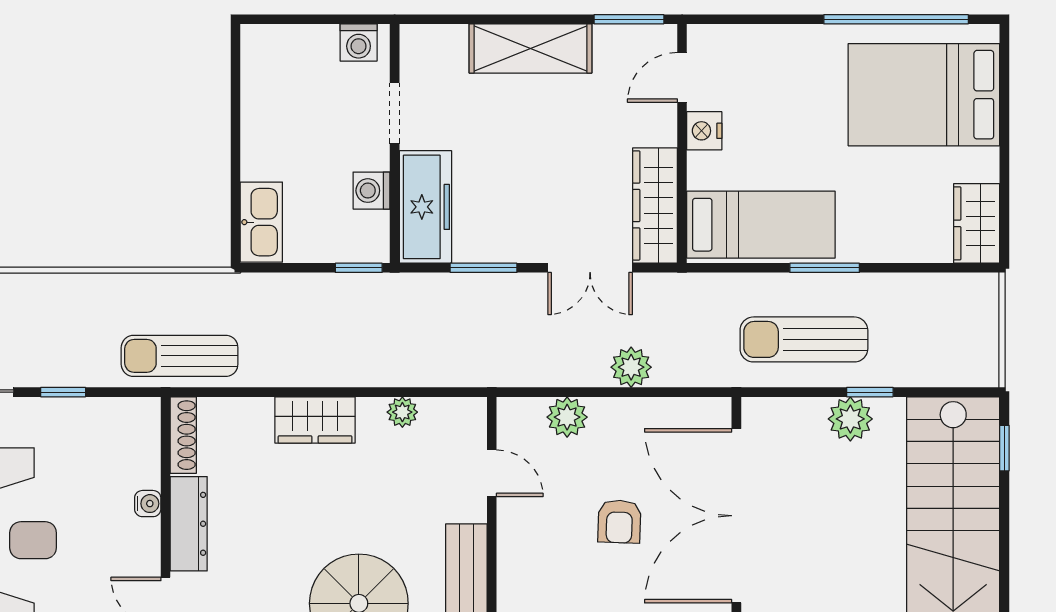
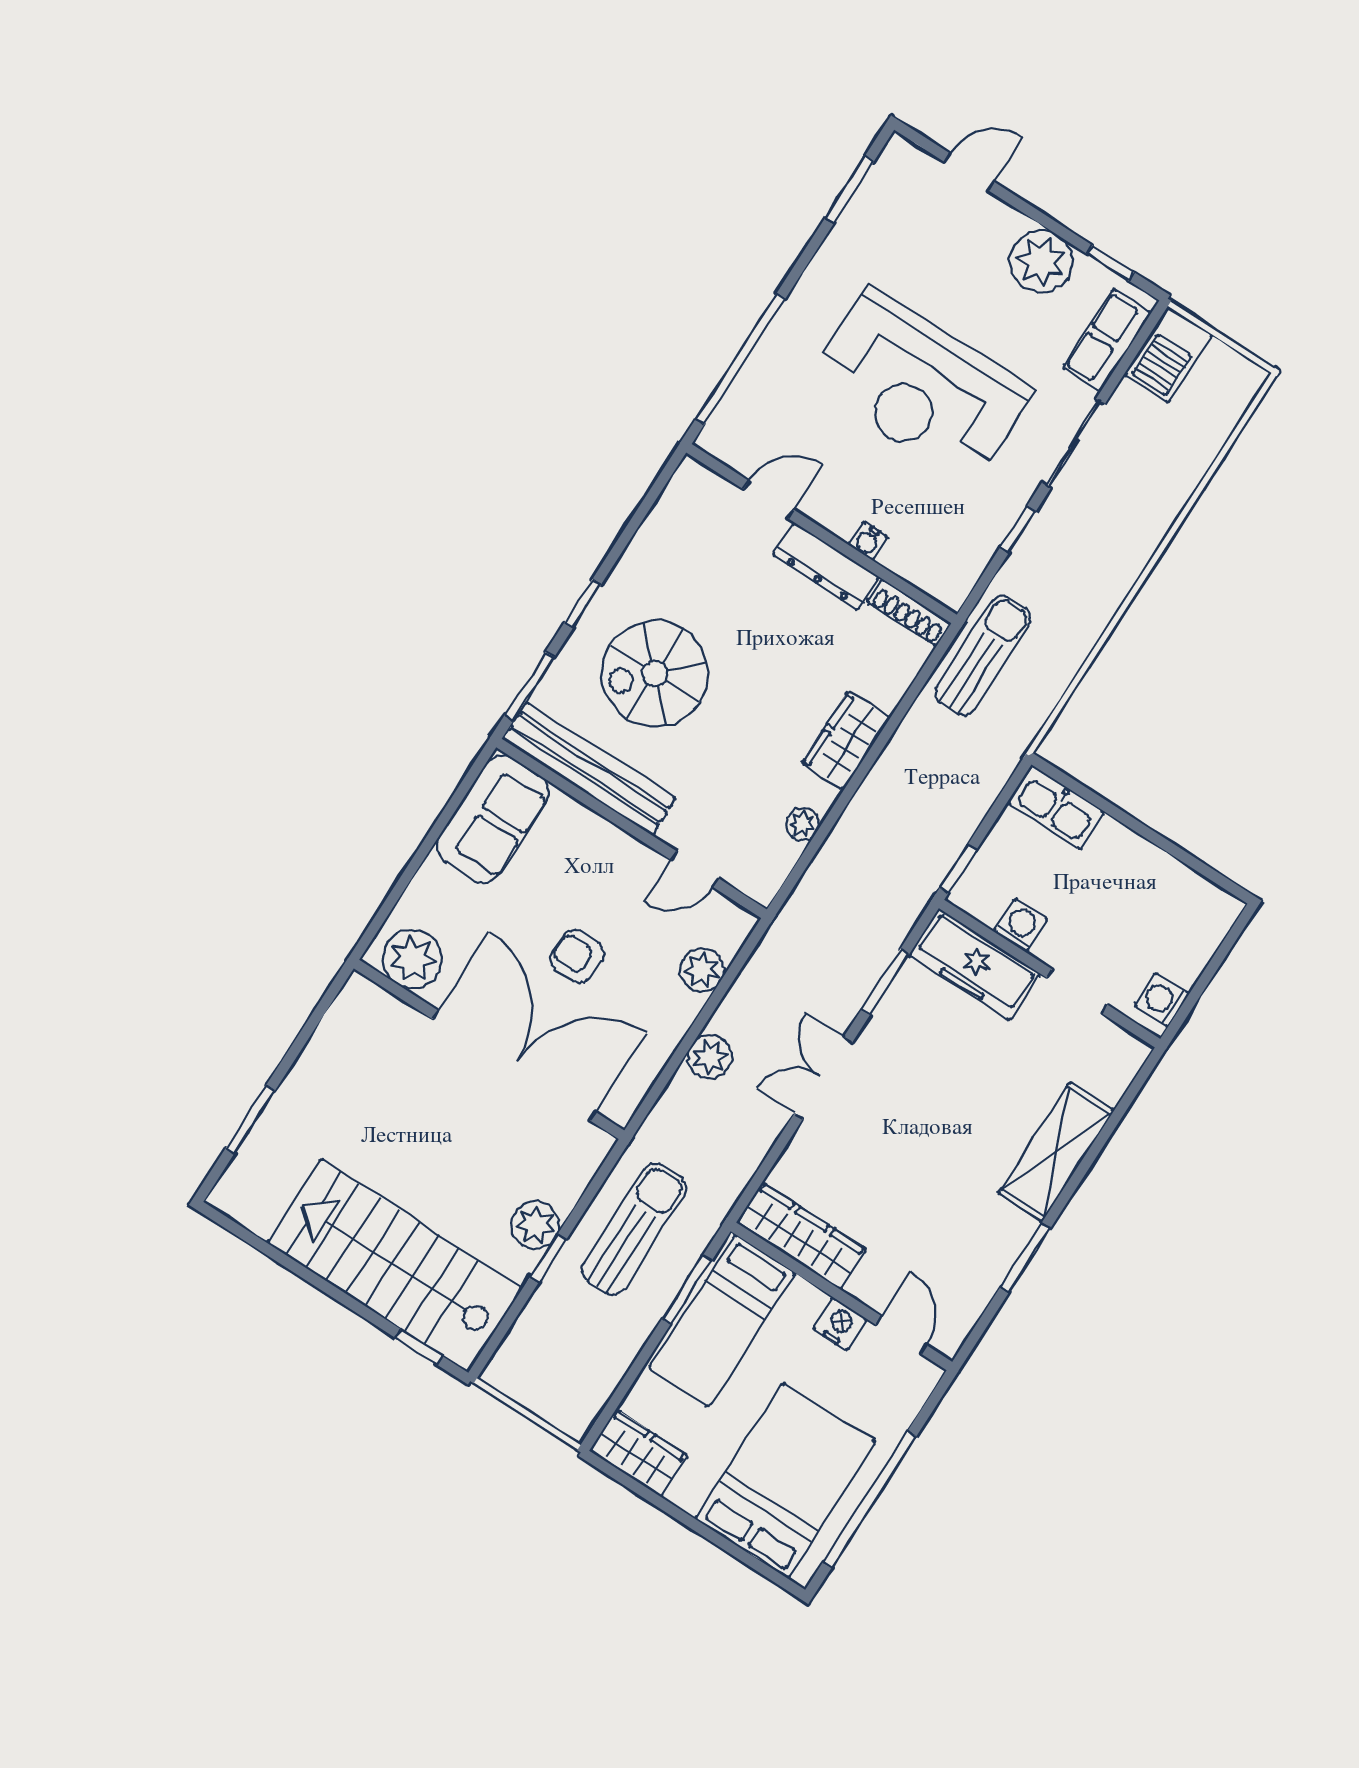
door: (682, 77) -> (901, 1335), moved
nightstand: (704, 131) -> (840, 1324), moved
wall: (682, 144) -> (841, 1296), moved
wardrobe: (655, 205) -> (801, 1236), moved
bed: (761, 225) -> (722, 1321), moved

